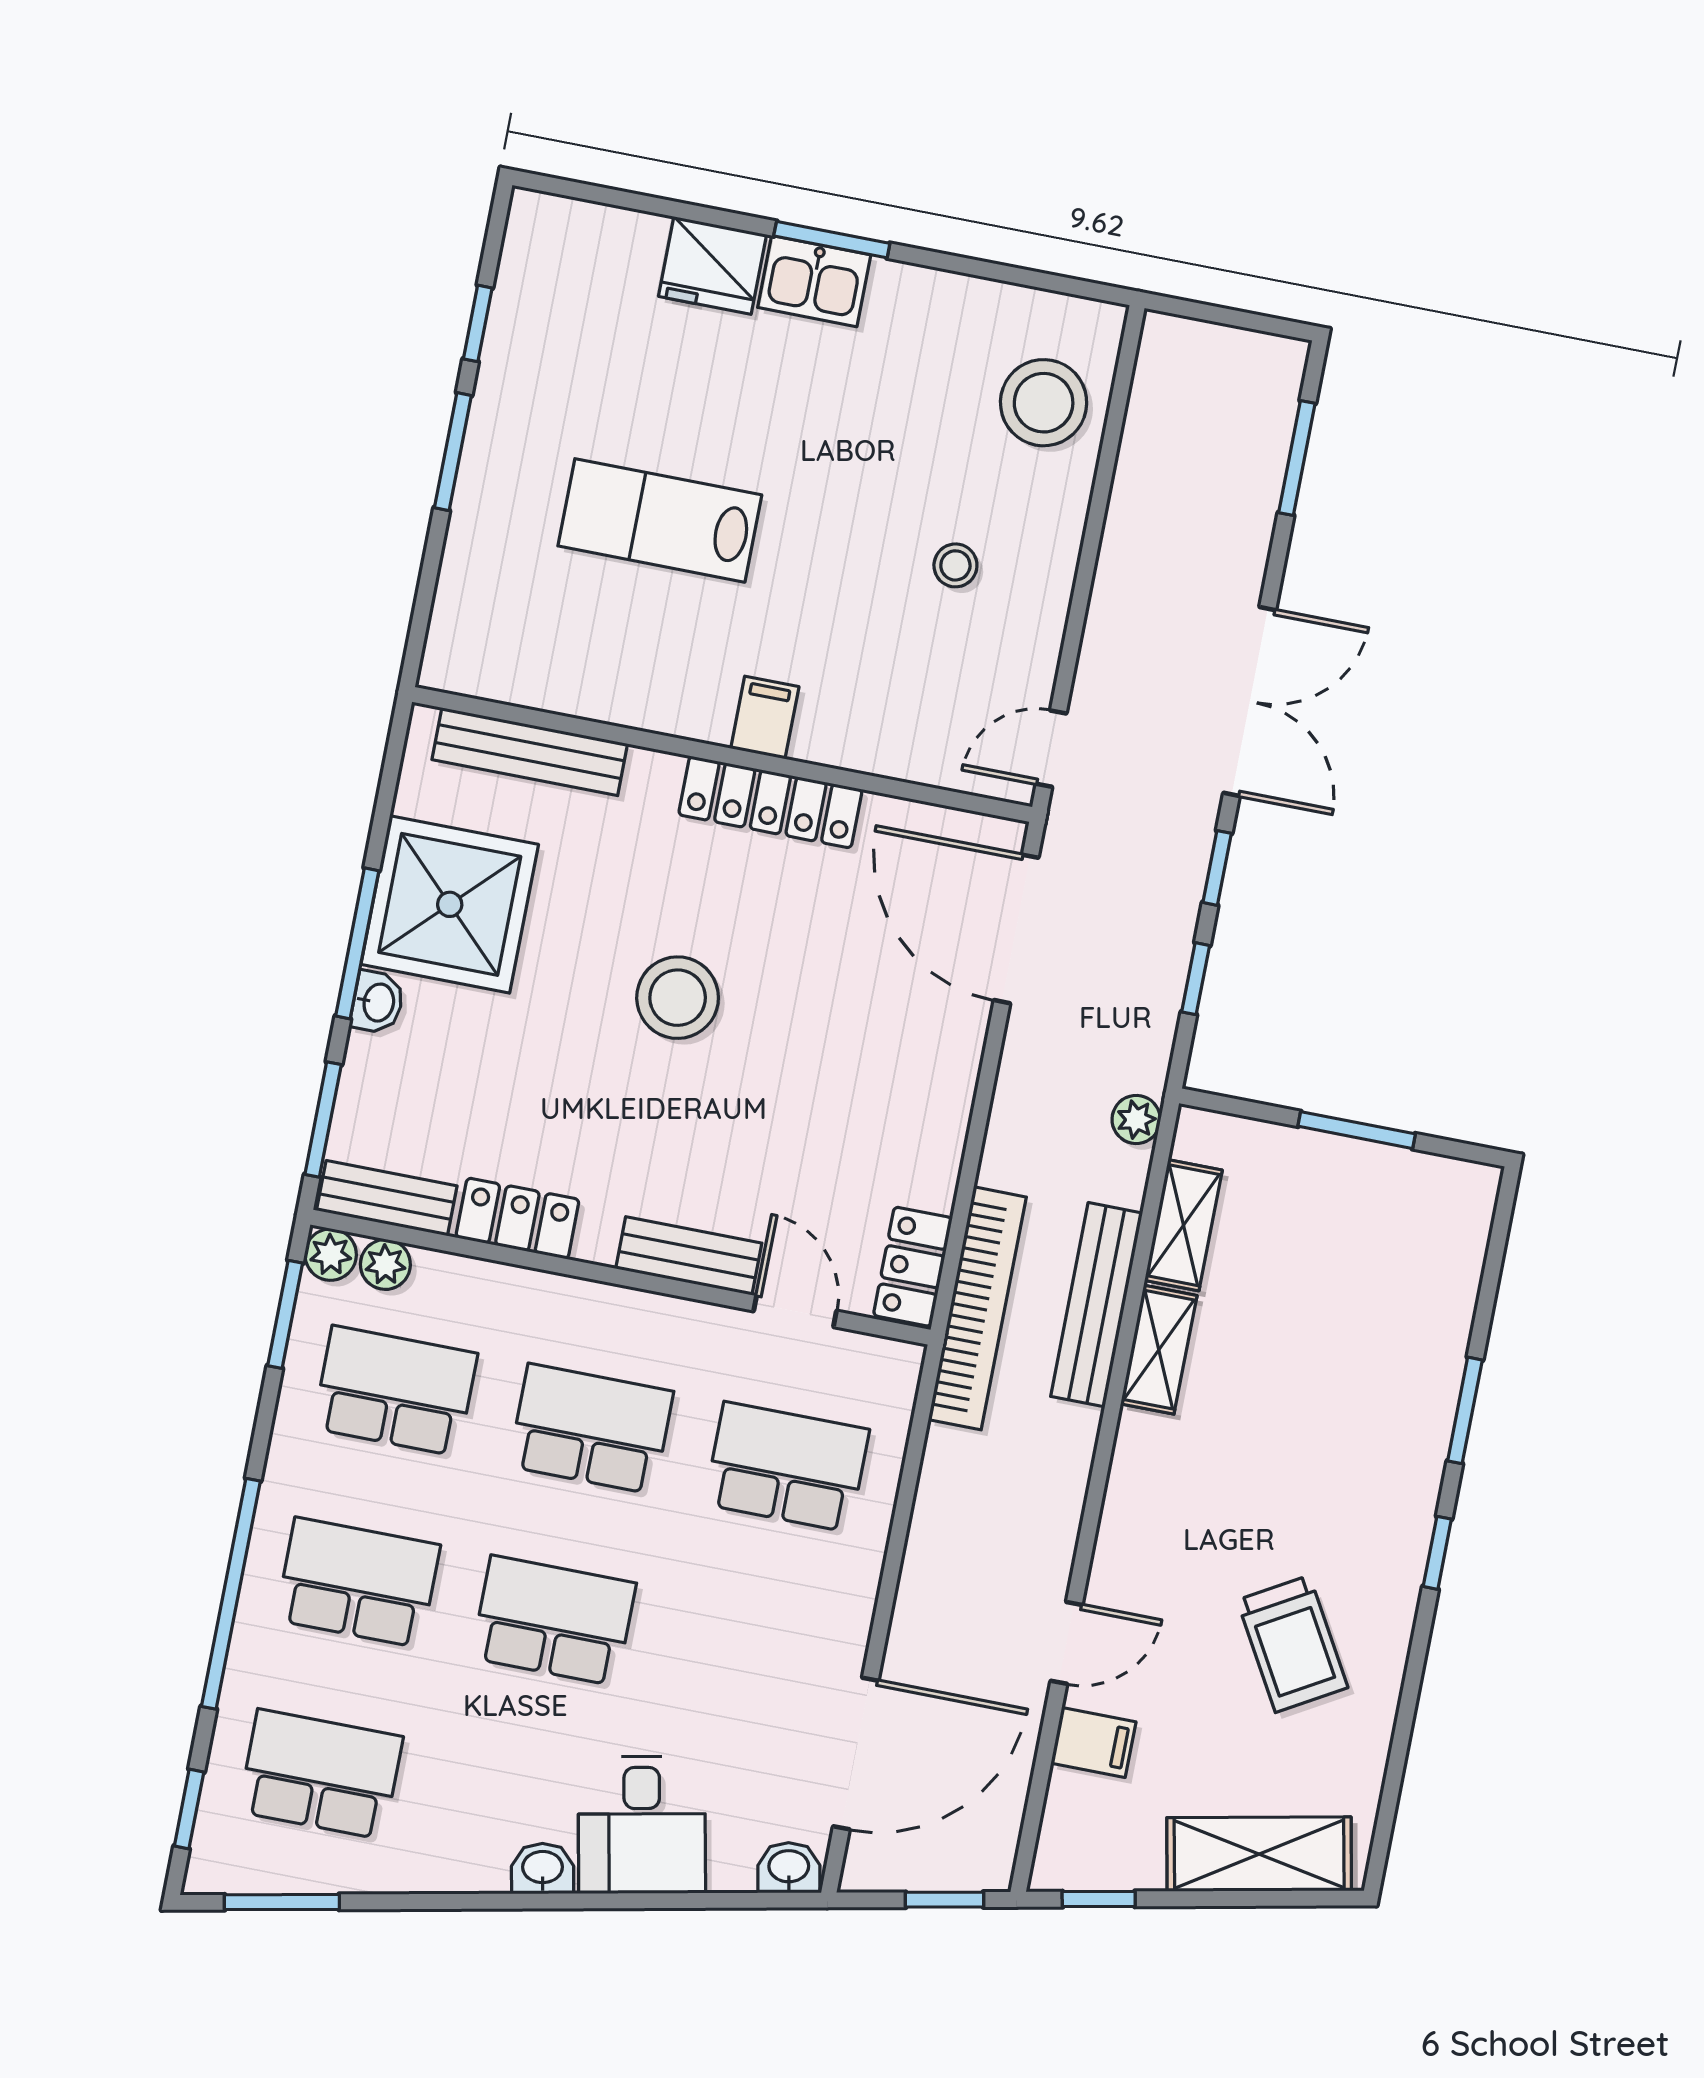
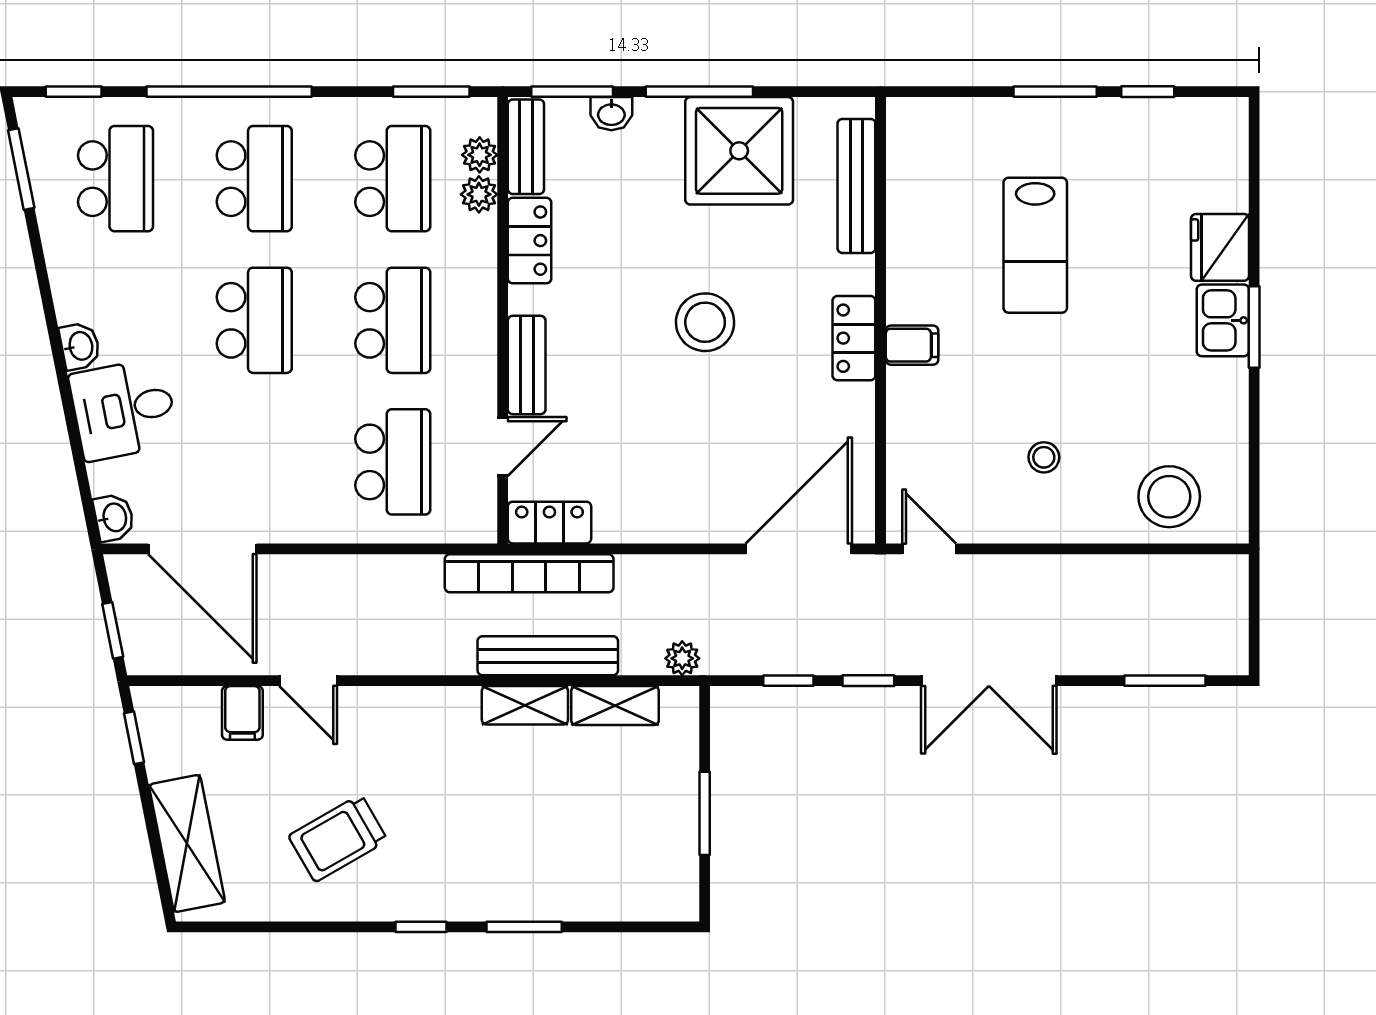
lab bench: (660, 520) -> (1035, 245), turned 180
locker: (770, 802) -> (854, 338), width x0.66
washbasin: (377, 1002) -> (611, 114), moved
plant: (331, 1255) -> (479, 194), moved

